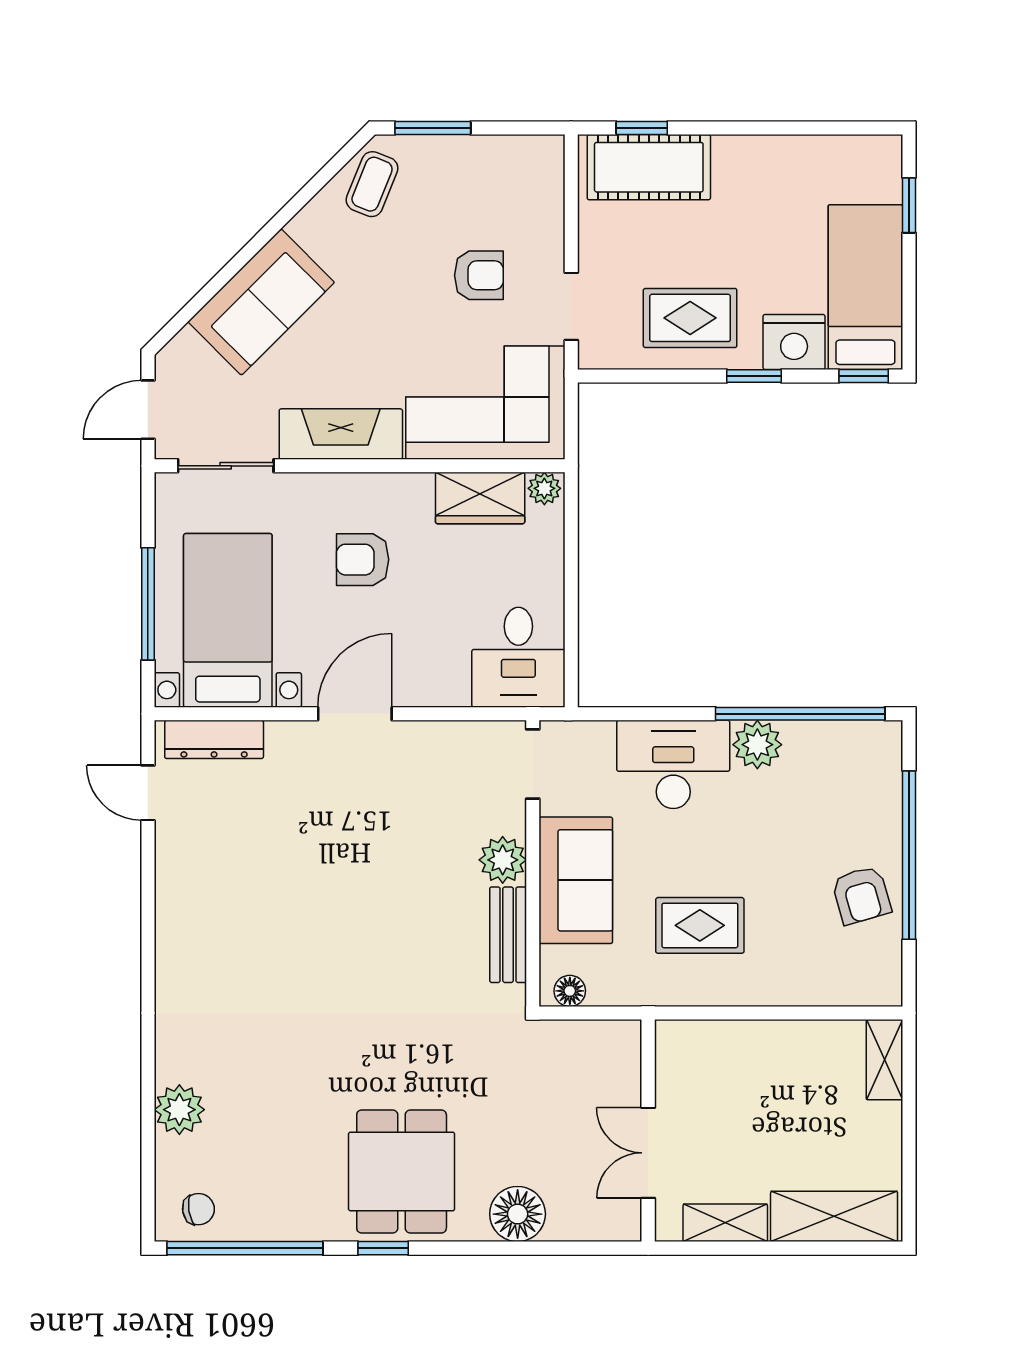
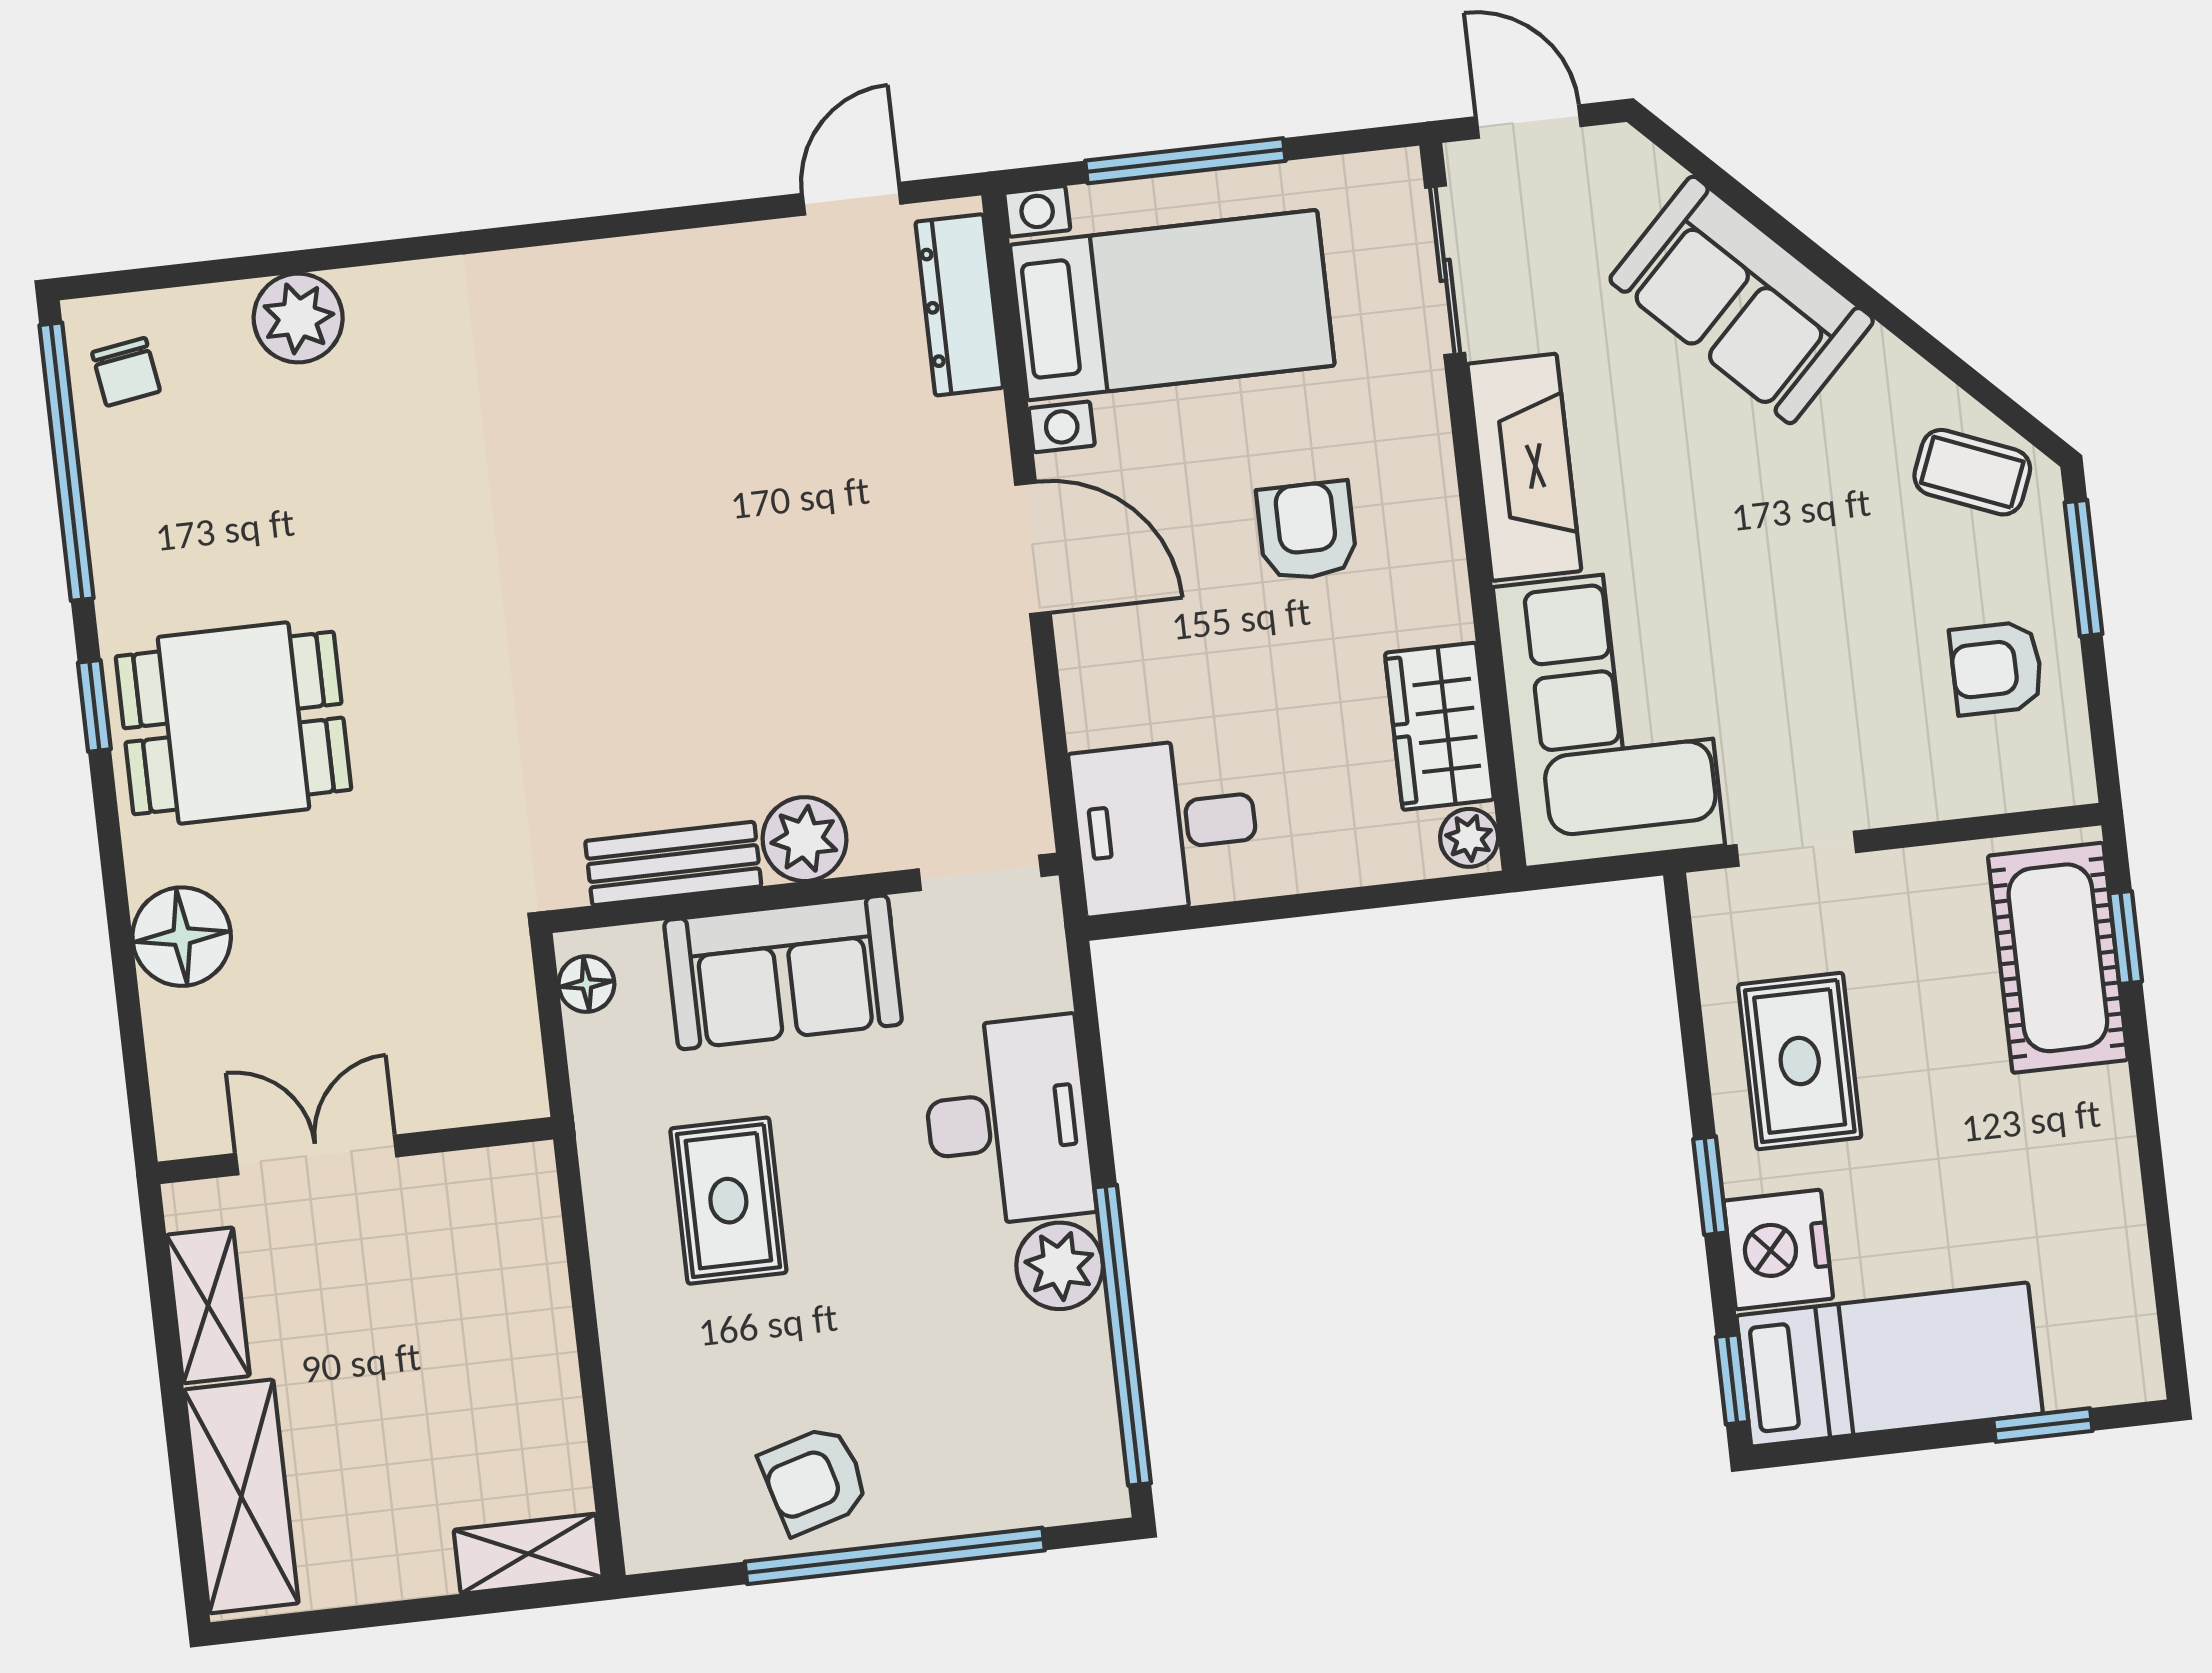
armchair: (479, 275) -> (1996, 668), moved, turned 90

